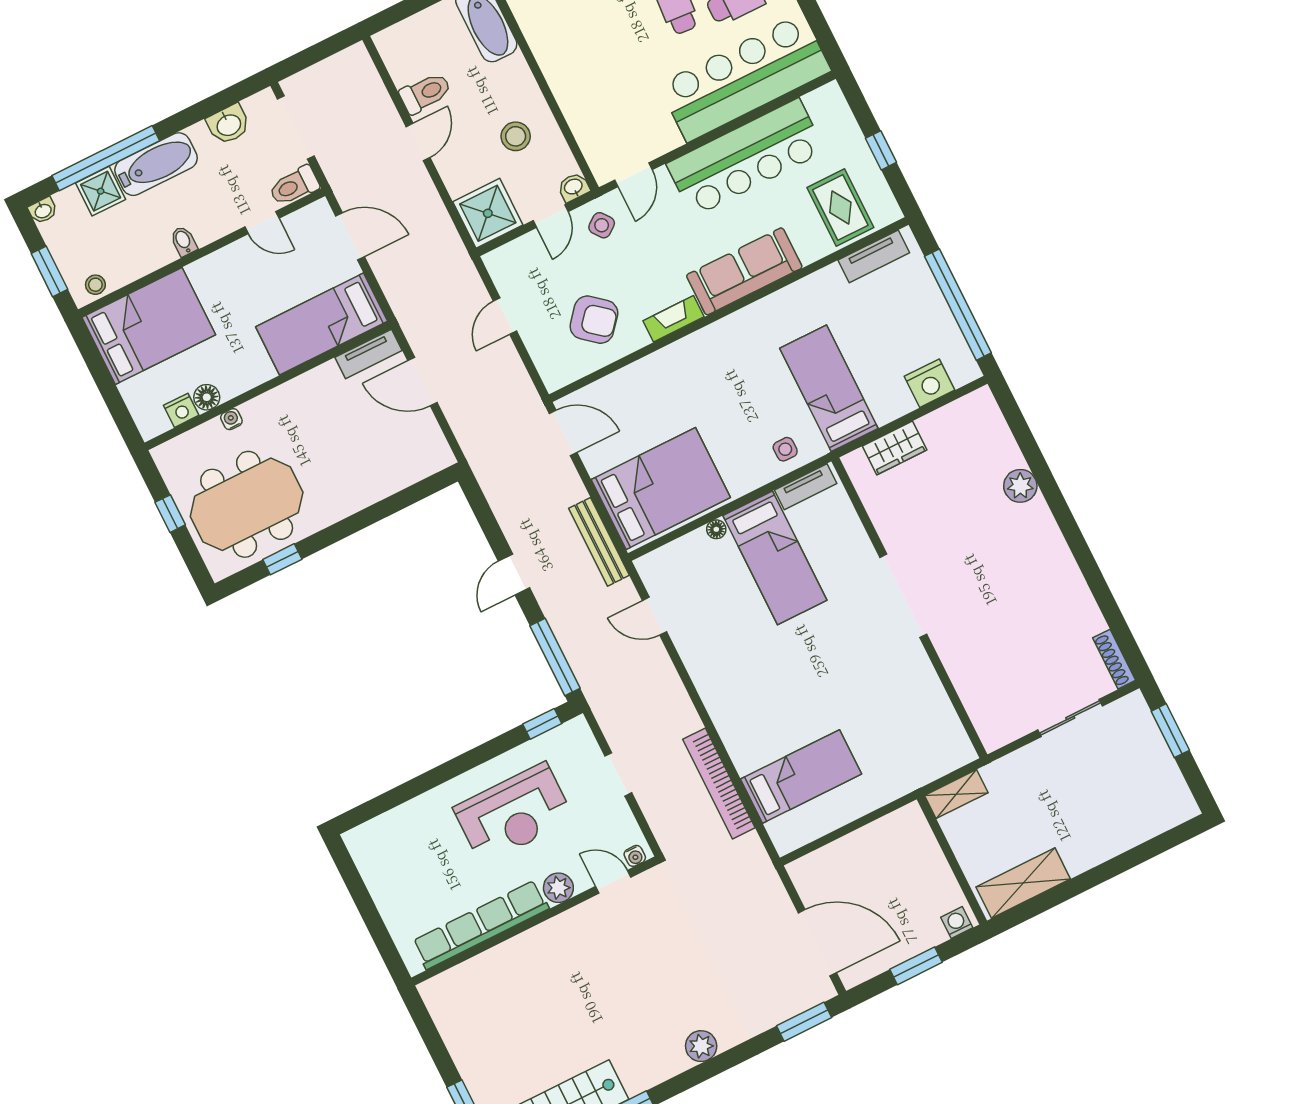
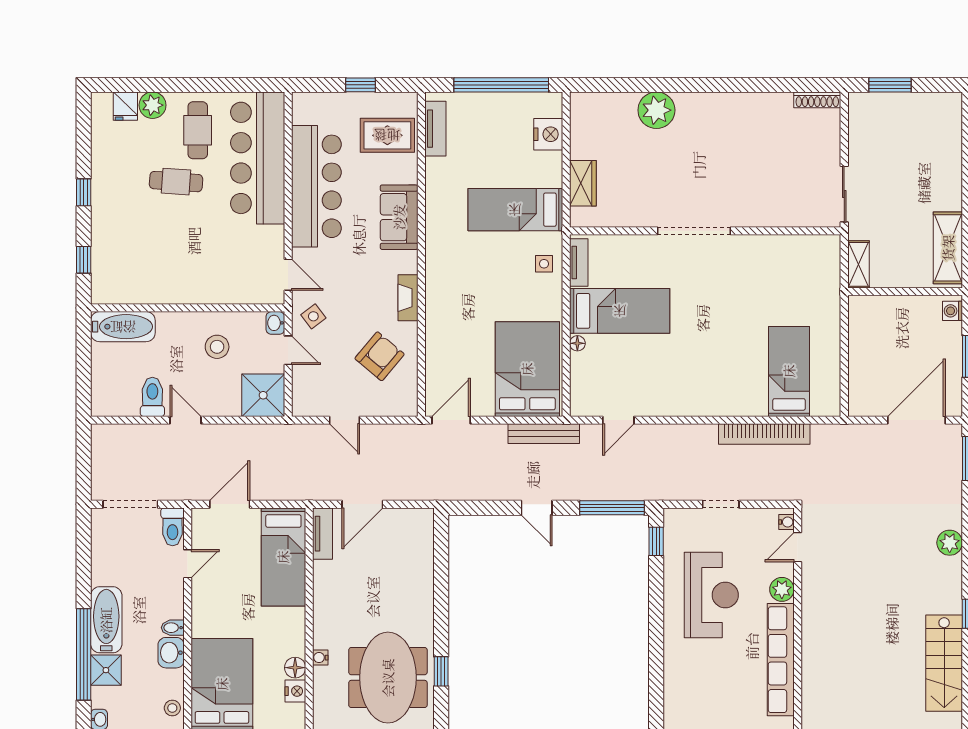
washbasin: (228, 124) -> (171, 653), moved, turned 180
sofa: (744, 271) -> (399, 217), width x0.73
plant: (1020, 486) -> (656, 110), width x1.36, depth x1.36
sliding door: (1070, 718) -> (844, 194), moved

